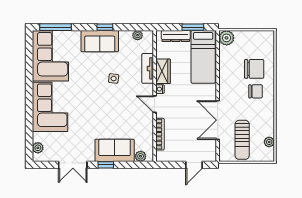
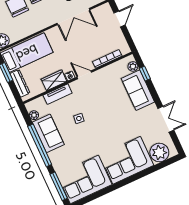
window: (105, 27) -> (40, 145), width x3.17
sofa: (100, 41) -> (48, 133), moved
door: (155, 104) -> (84, 75), swing flipped
plant: (38, 148) -> (159, 153), width x1.87, depth x1.87
window: (106, 165) -> (145, 74), moved
door: (194, 165) -> (120, 19), hinge flipped

